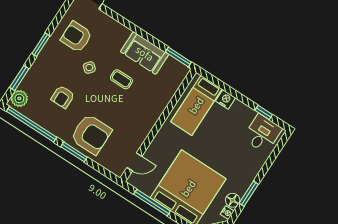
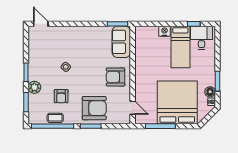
armchair: (76, 37) -> (115, 77), moved
sofa: (145, 53) -> (121, 42), moved, turned 90
coffee table: (121, 79) -> (55, 118), moved
plant: (19, 98) -> (34, 87), moved
bed: (196, 105) -> (180, 47), moved
door: (134, 162) -> (133, 108), hinge flipped

